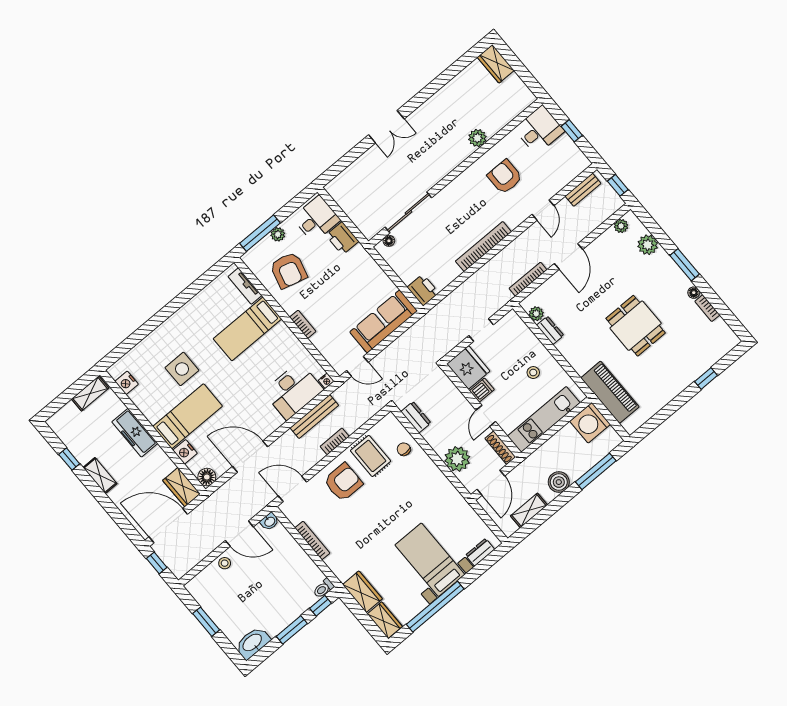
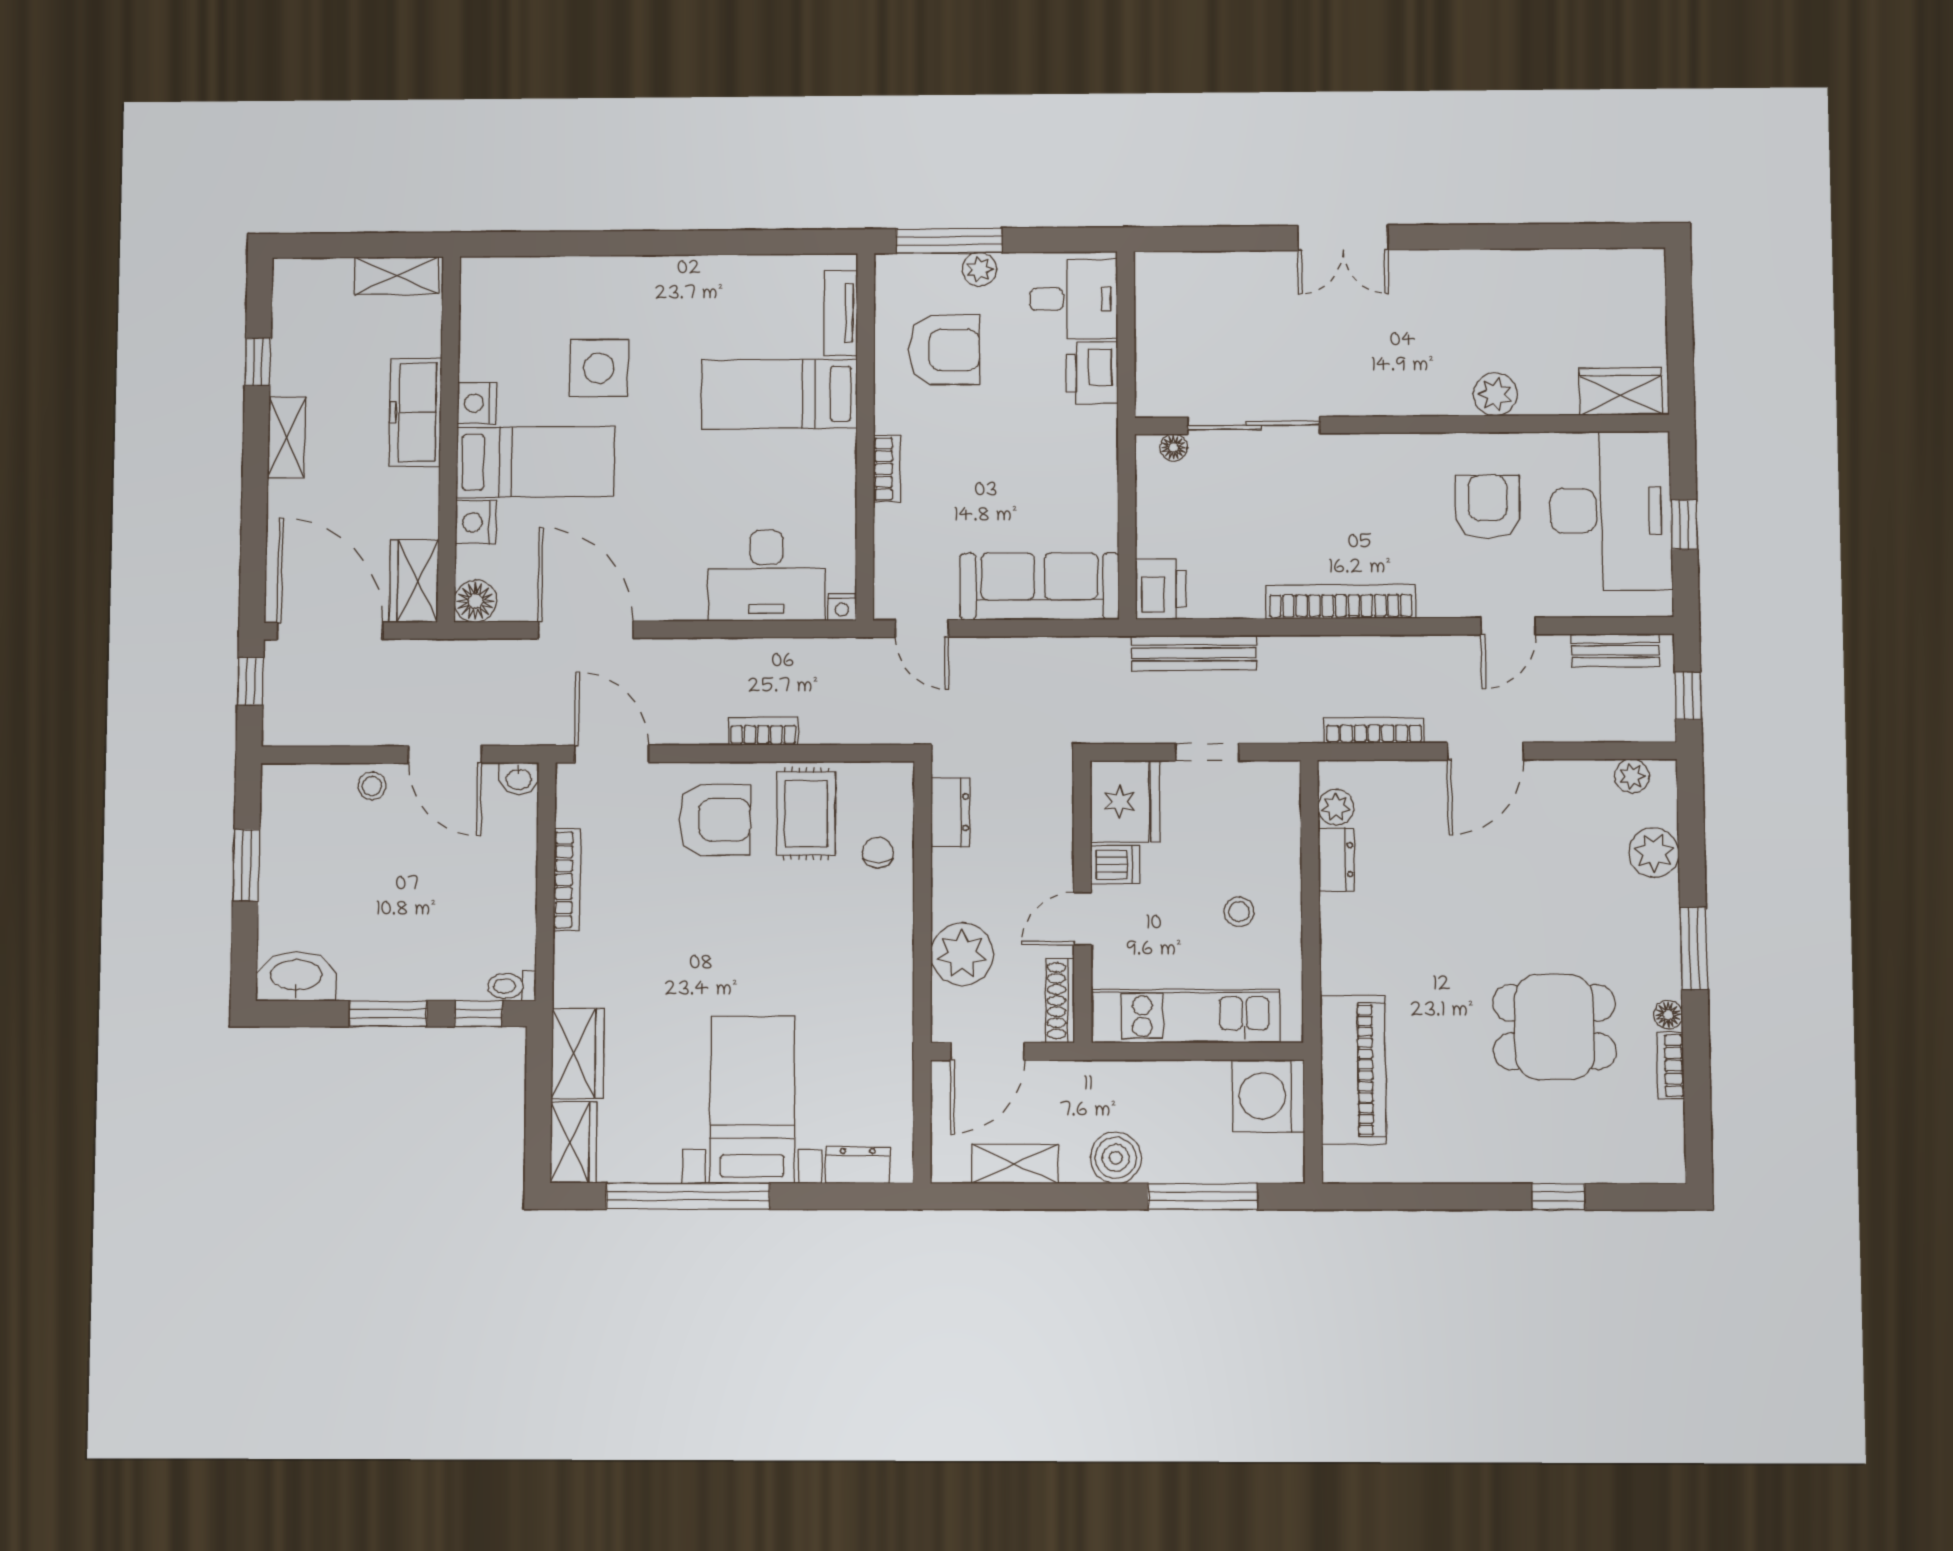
wardrobe: (496, 64) -> (1621, 392), moved, turned 90
desk: (539, 130) -> (1611, 511), width x1.87, depth x1.30
armchair: (289, 270) -> (944, 350), turned -105
dining table: (636, 326) -> (1554, 1027), moved, turned 90
nightstand: (127, 383) -> (477, 403), moved
bench: (314, 417) -> (1194, 653), moved

